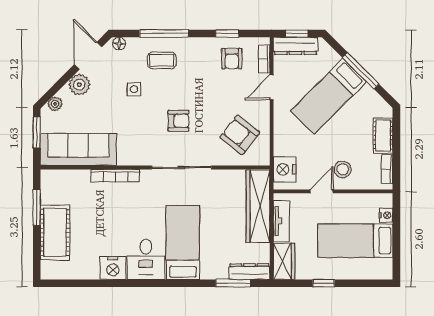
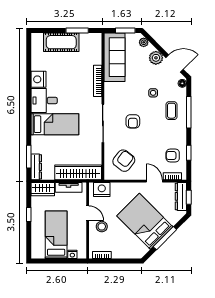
bed: (329, 96) -> (145, 221), width x1.50
cot: (383, 136) -> (123, 253), removed

